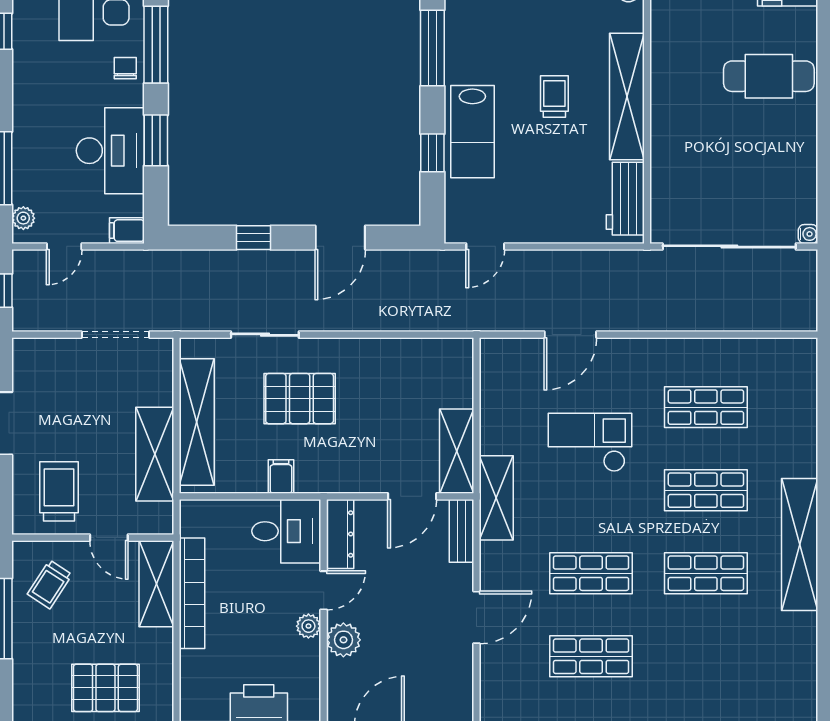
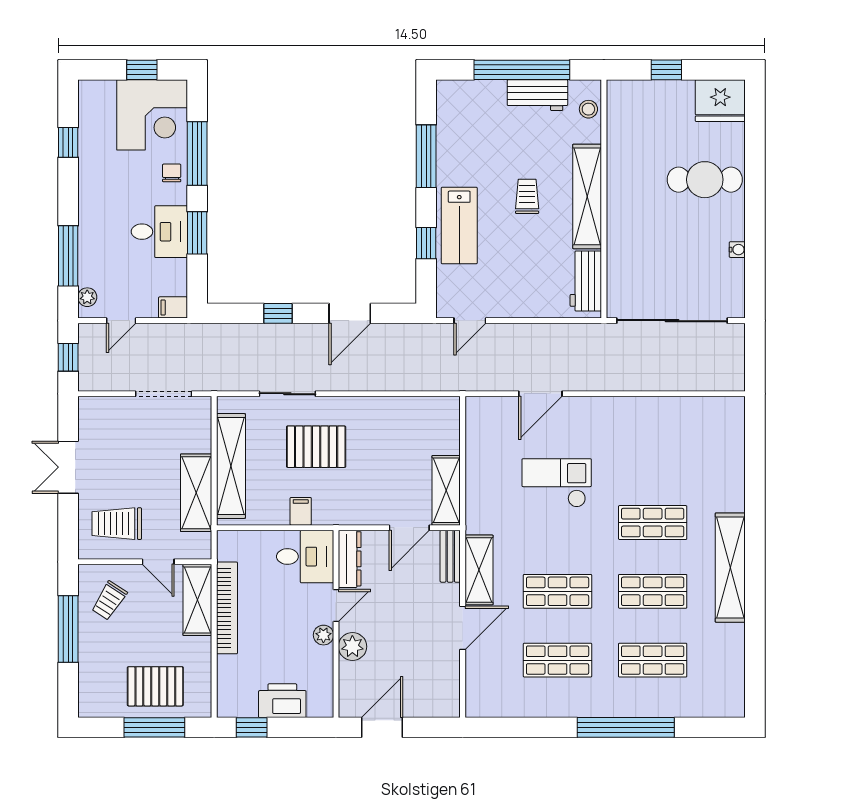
desk: (110, 151) -> (159, 232), width x0.73
water cooler: (808, 234) -> (737, 250), moved
shop shelf: (706, 407) -> (653, 660), moved
trolley: (59, 491) -> (117, 524), turned -90
shelving: (496, 498) -> (479, 570), moved

